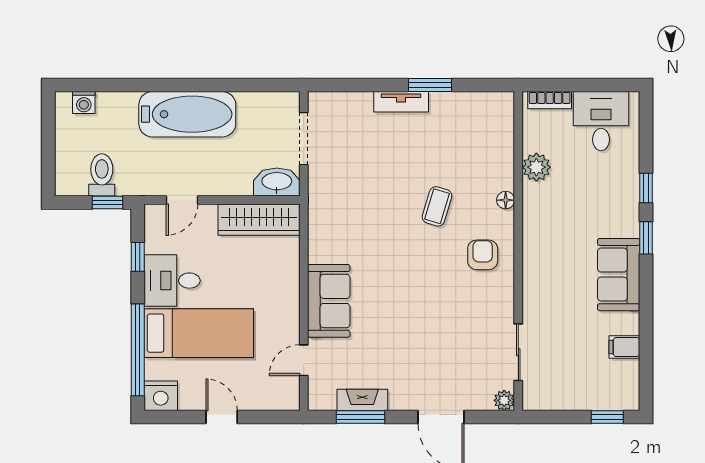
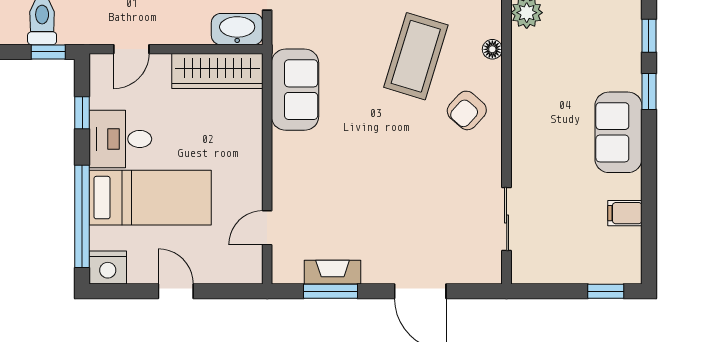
coffee table: (437, 206) -> (416, 56), width x1.86, depth x1.72
armchair: (483, 255) -> (467, 110), turned -138
sofa: (329, 301) -> (295, 90), moved
plant: (504, 400) -> (491, 273), removed

